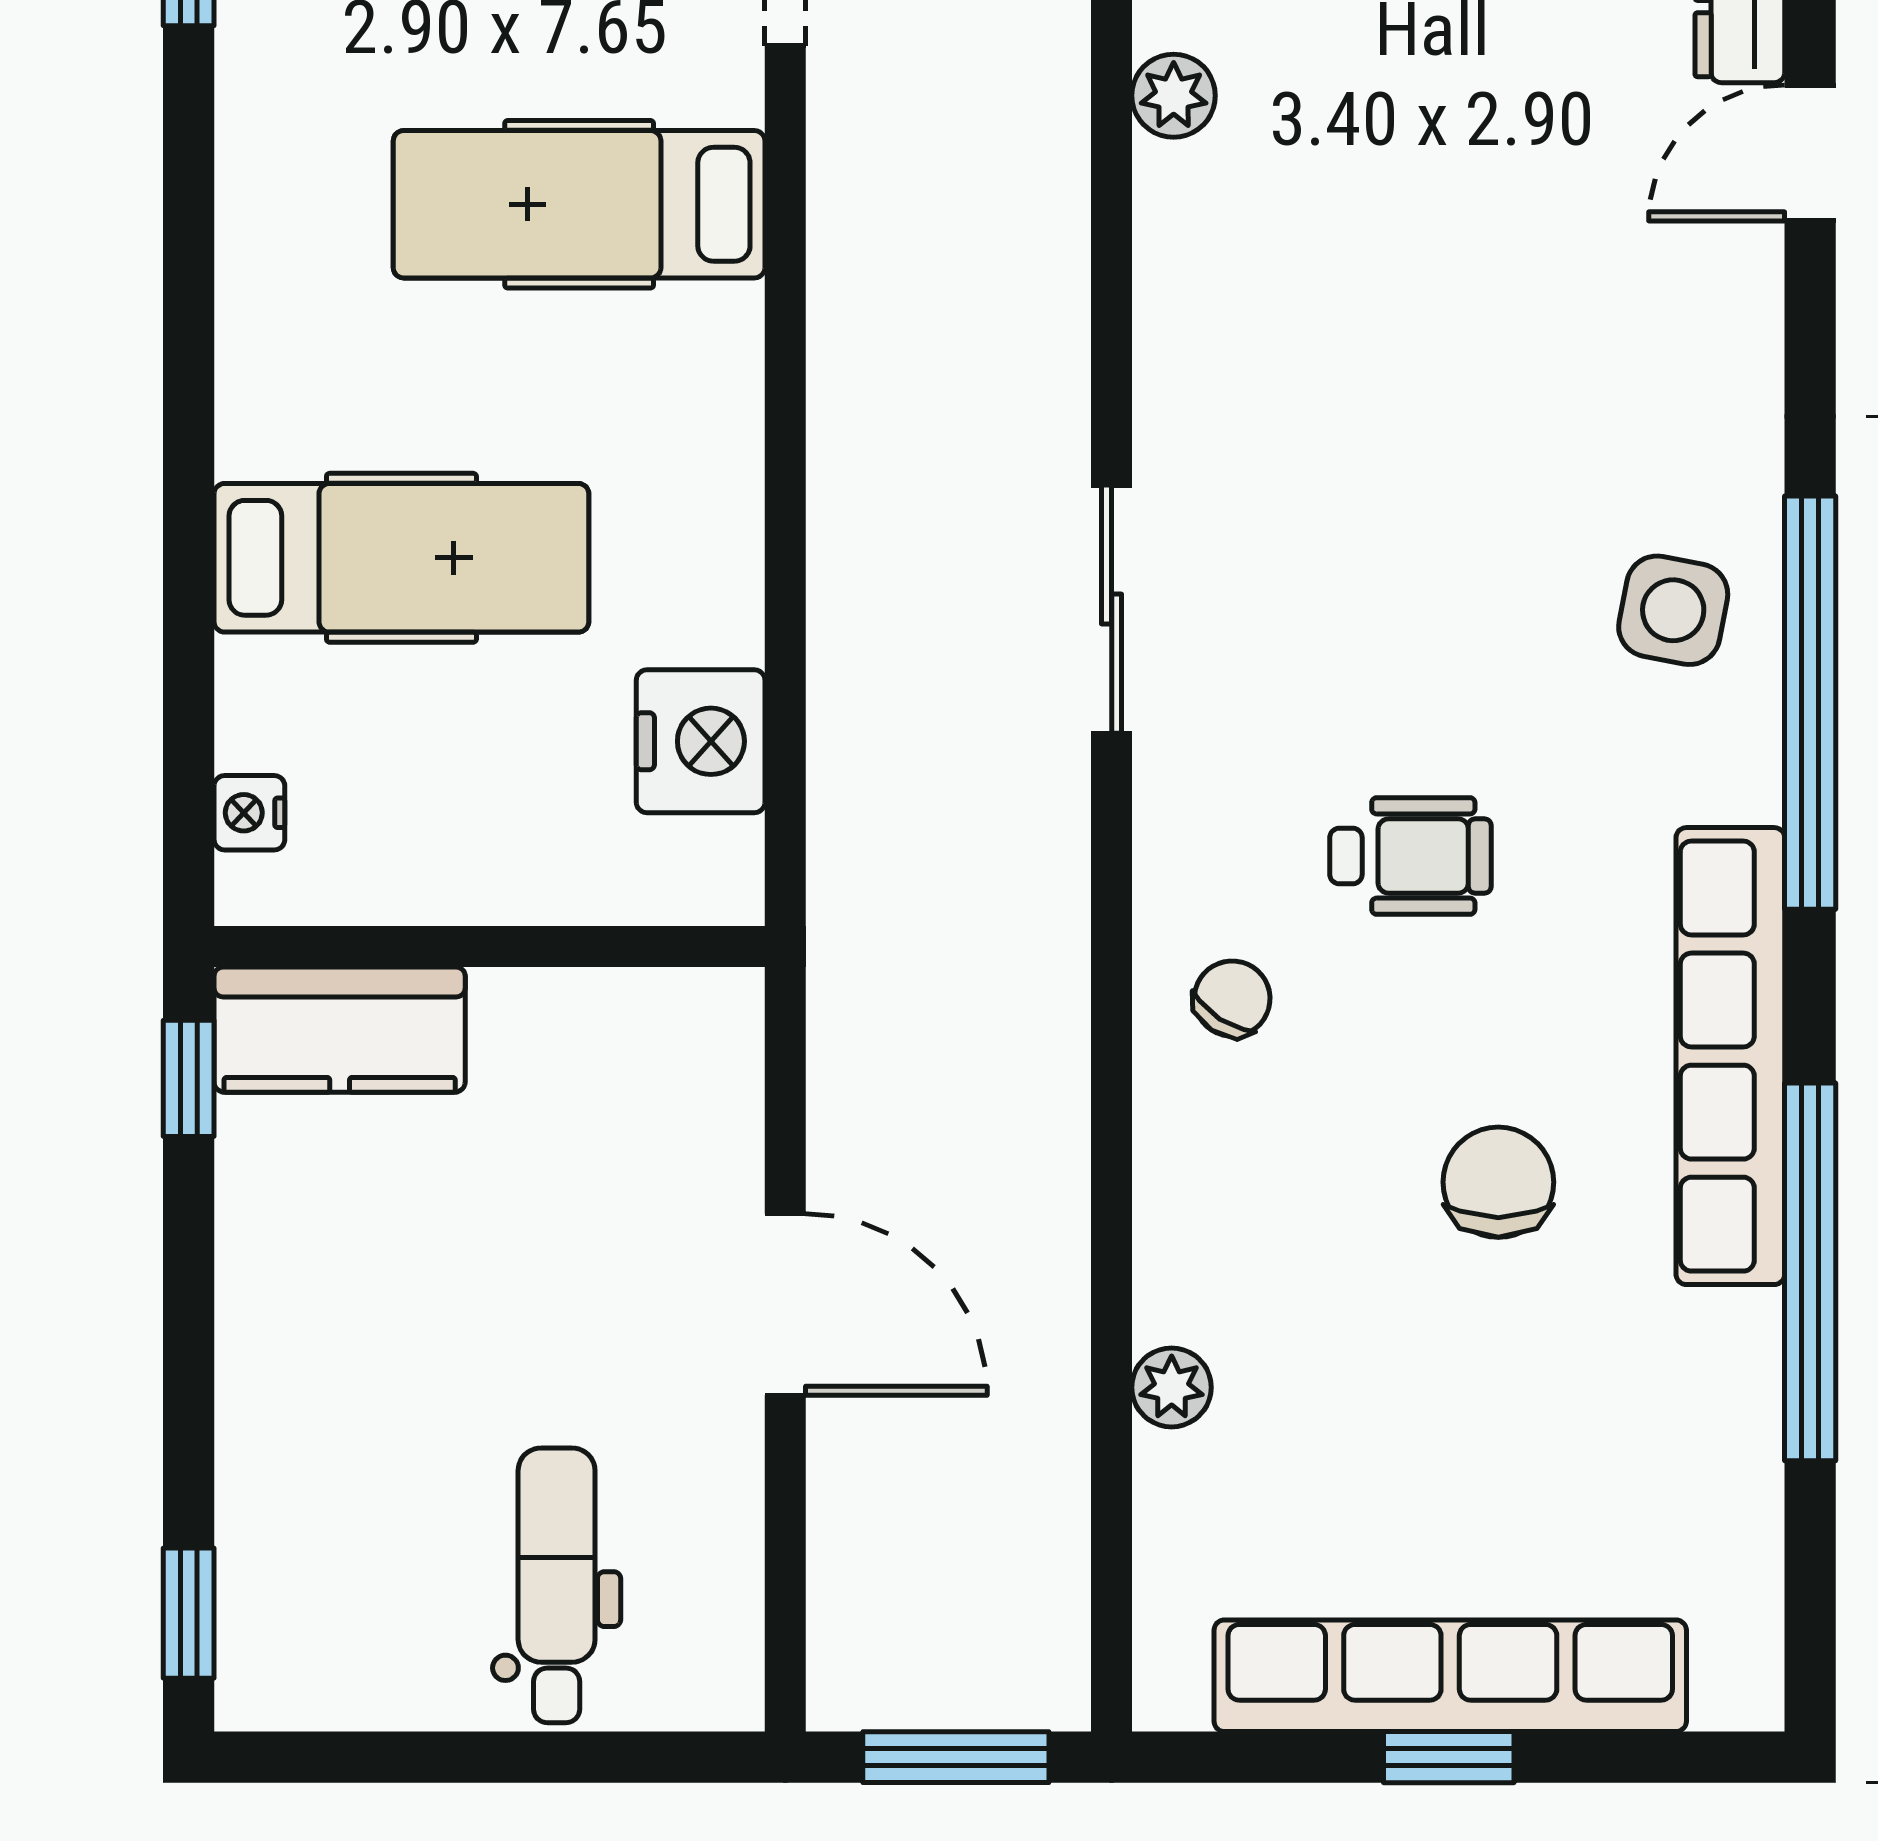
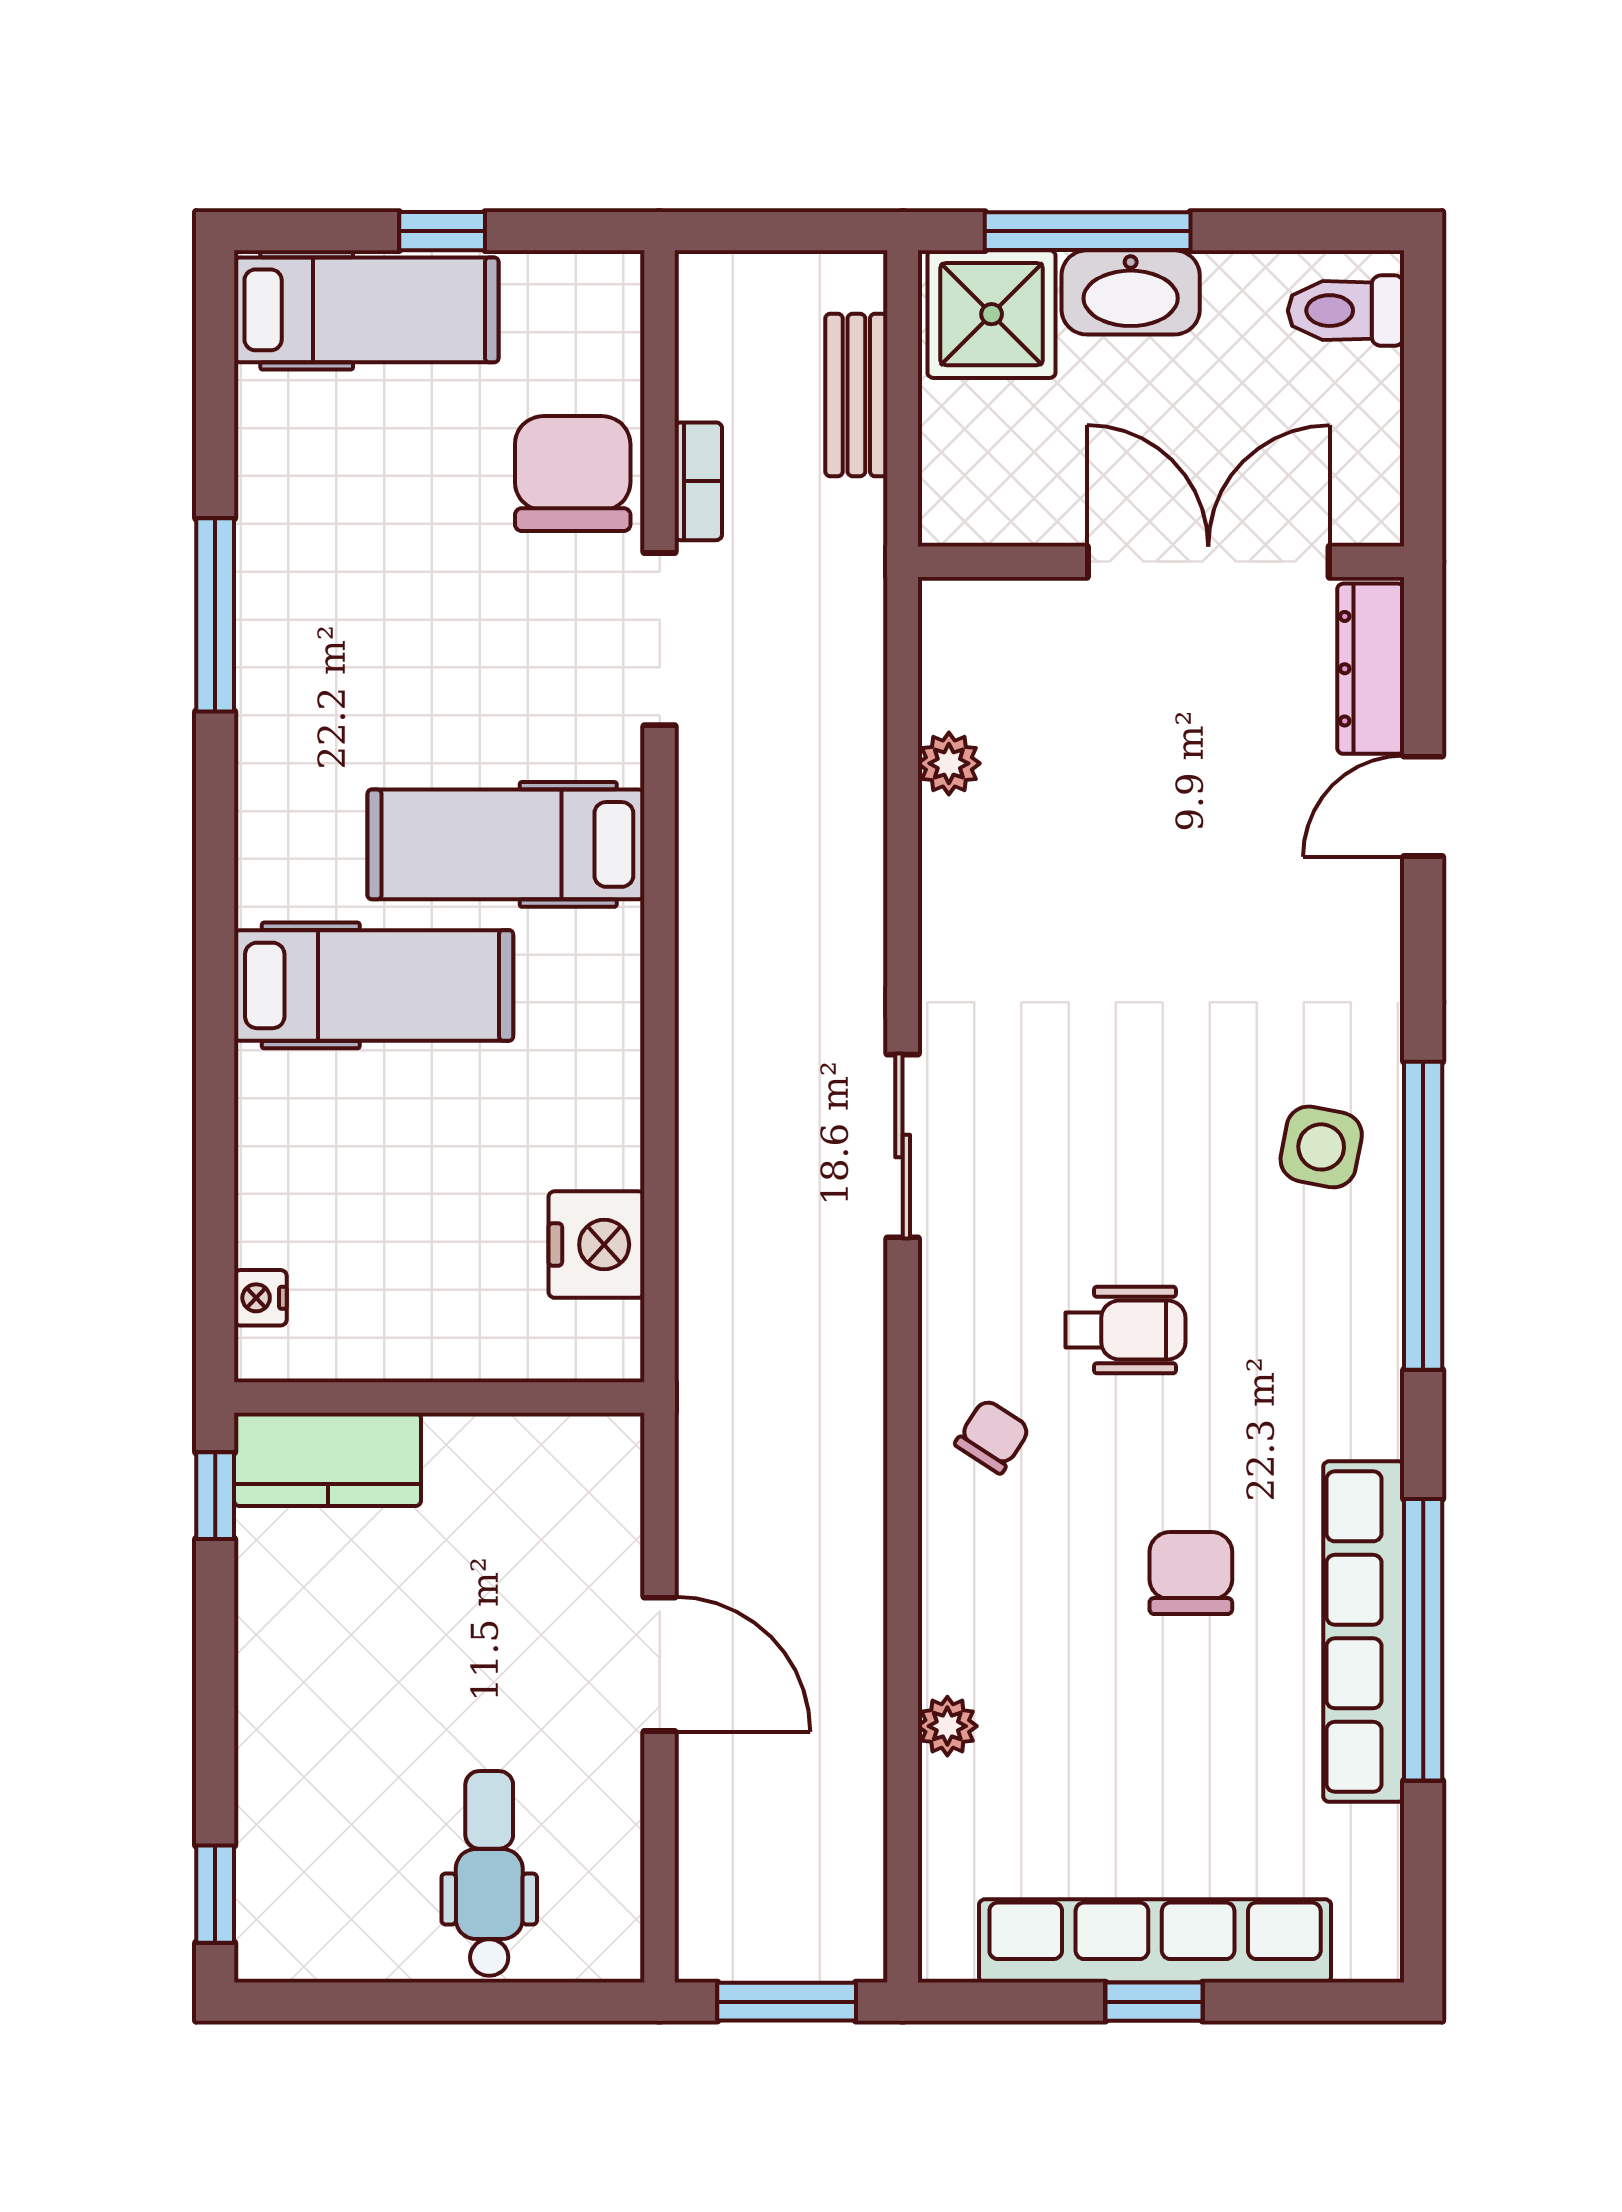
hospital bed: (401, 558) -> (374, 985), moved
row of seats: (1730, 1056) -> (1364, 1632), moved

